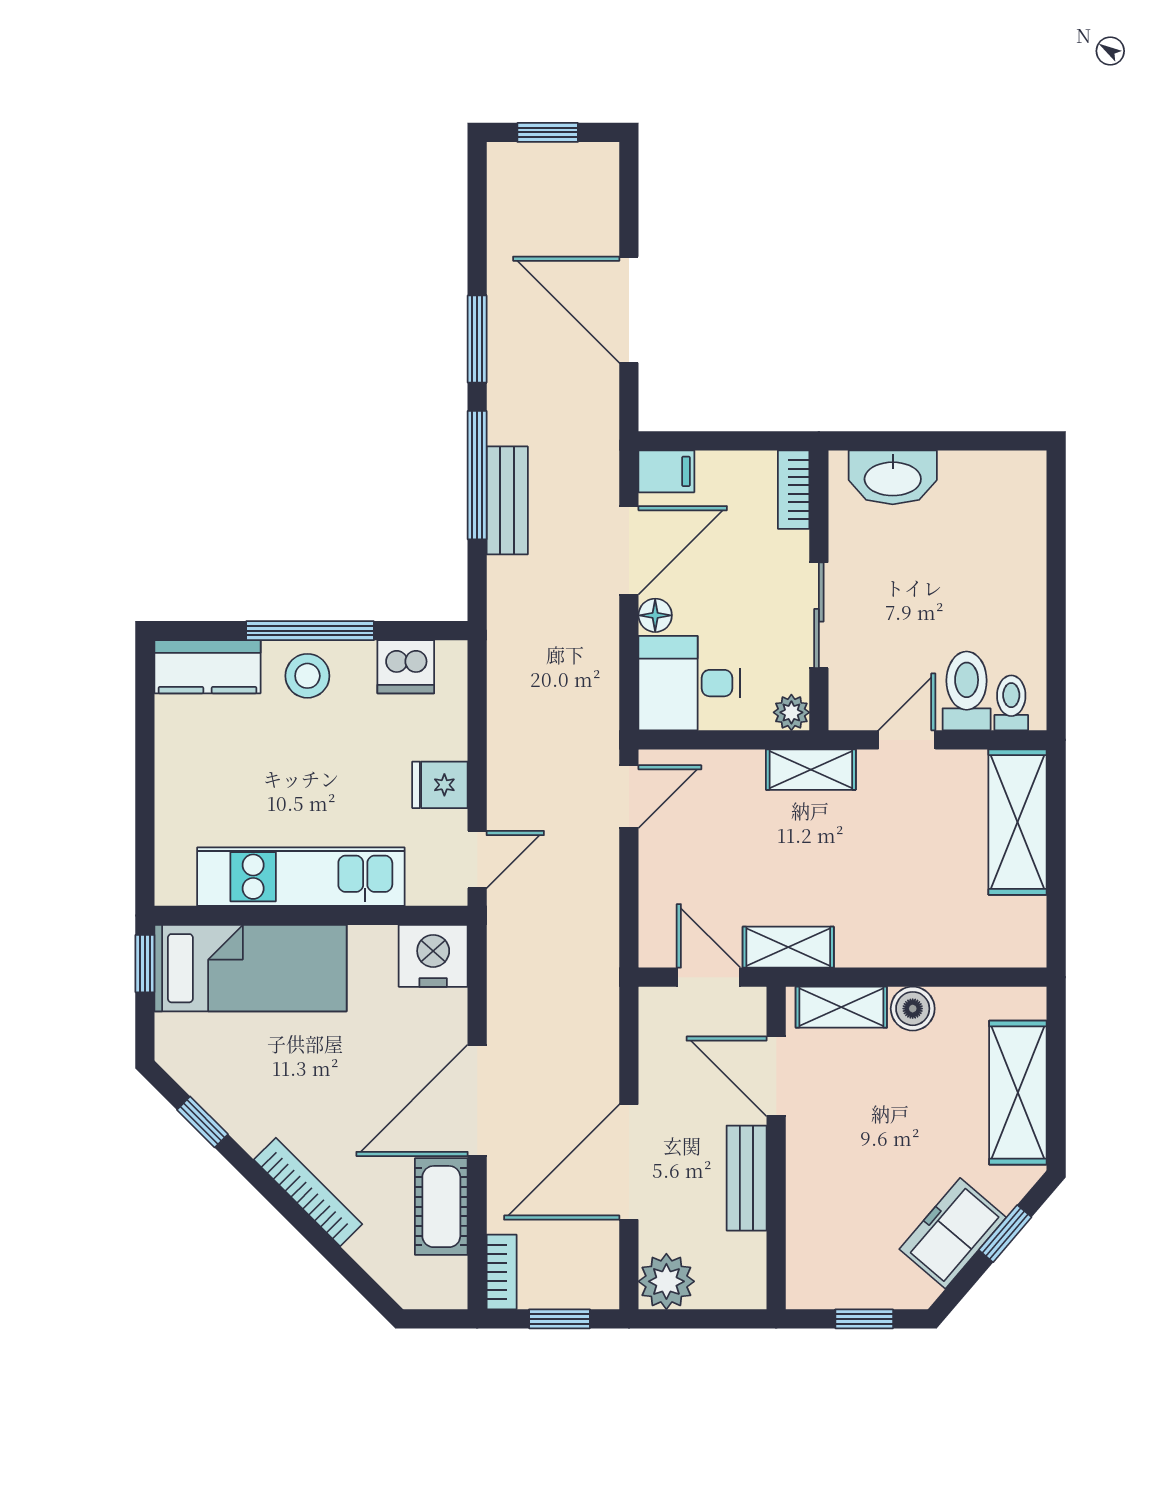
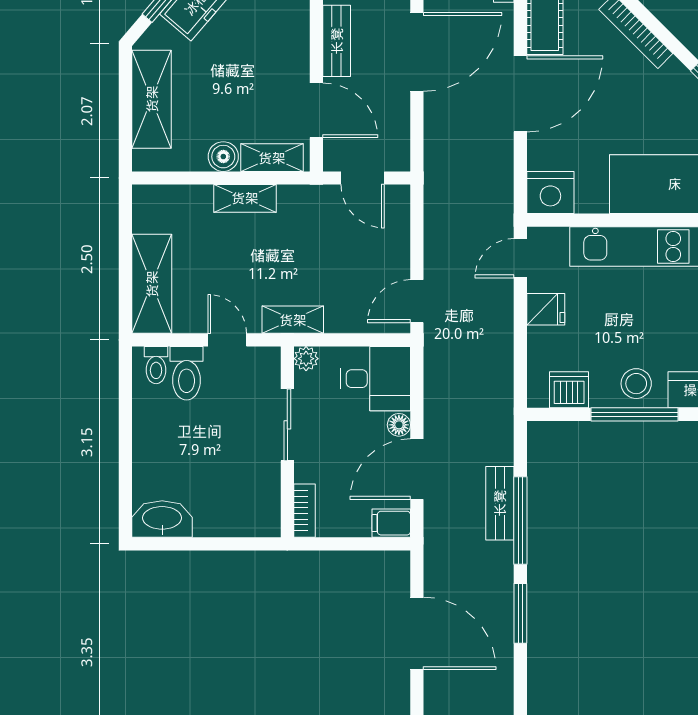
washbasin: (893, 477) -> (162, 519), moved
door: (907, 740) -> (227, 340), swing flipped
shelving: (788, 947) -> (245, 198), moved

